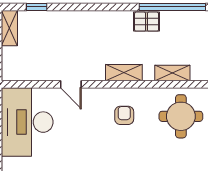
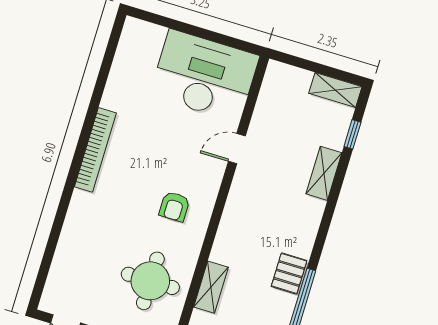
shelving: (124, 73) -> (324, 173), moved
armchair: (124, 115) -> (174, 207), turned 90

